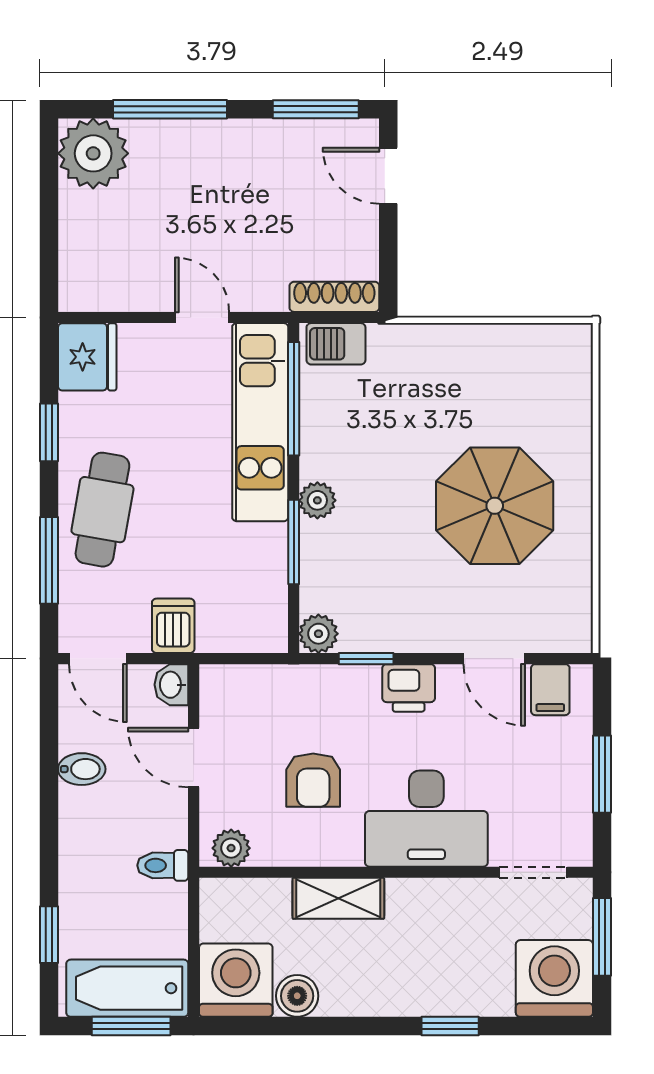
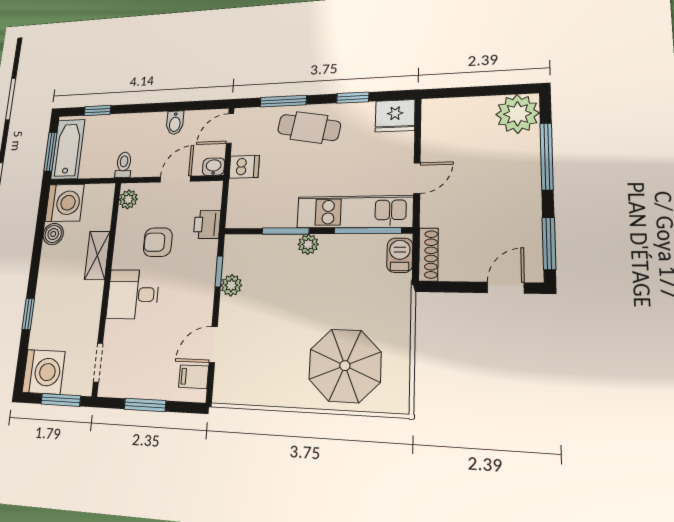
parasol: (495, 506) -> (345, 366), moved
plant: (318, 634) -> (231, 285), moved
printer: (409, 688) -> (207, 224), moved
desk: (426, 819) -> (133, 294), width x0.73

